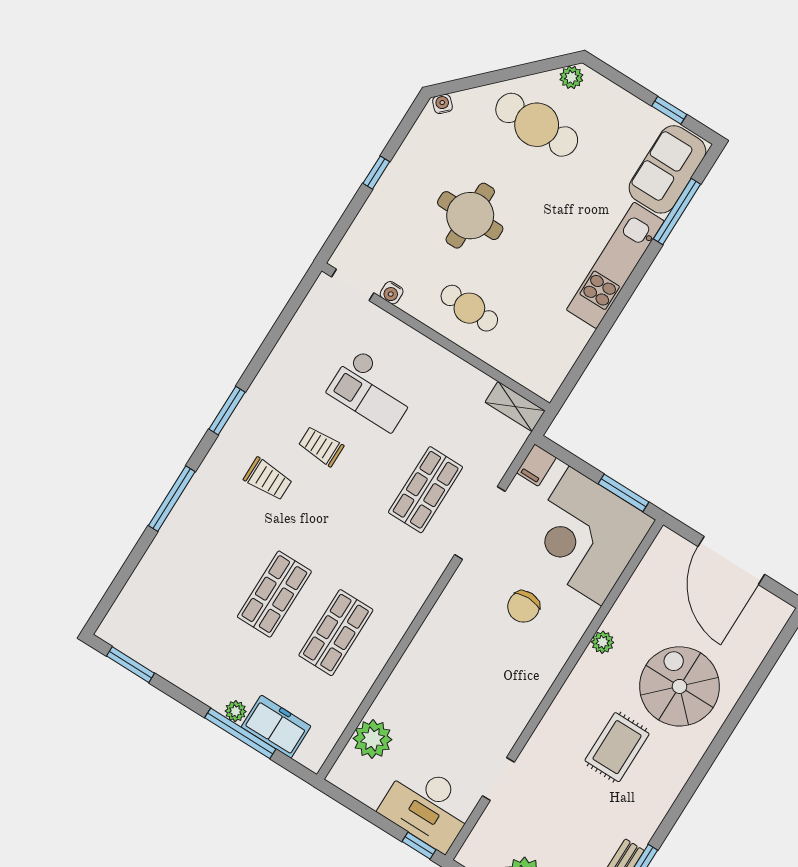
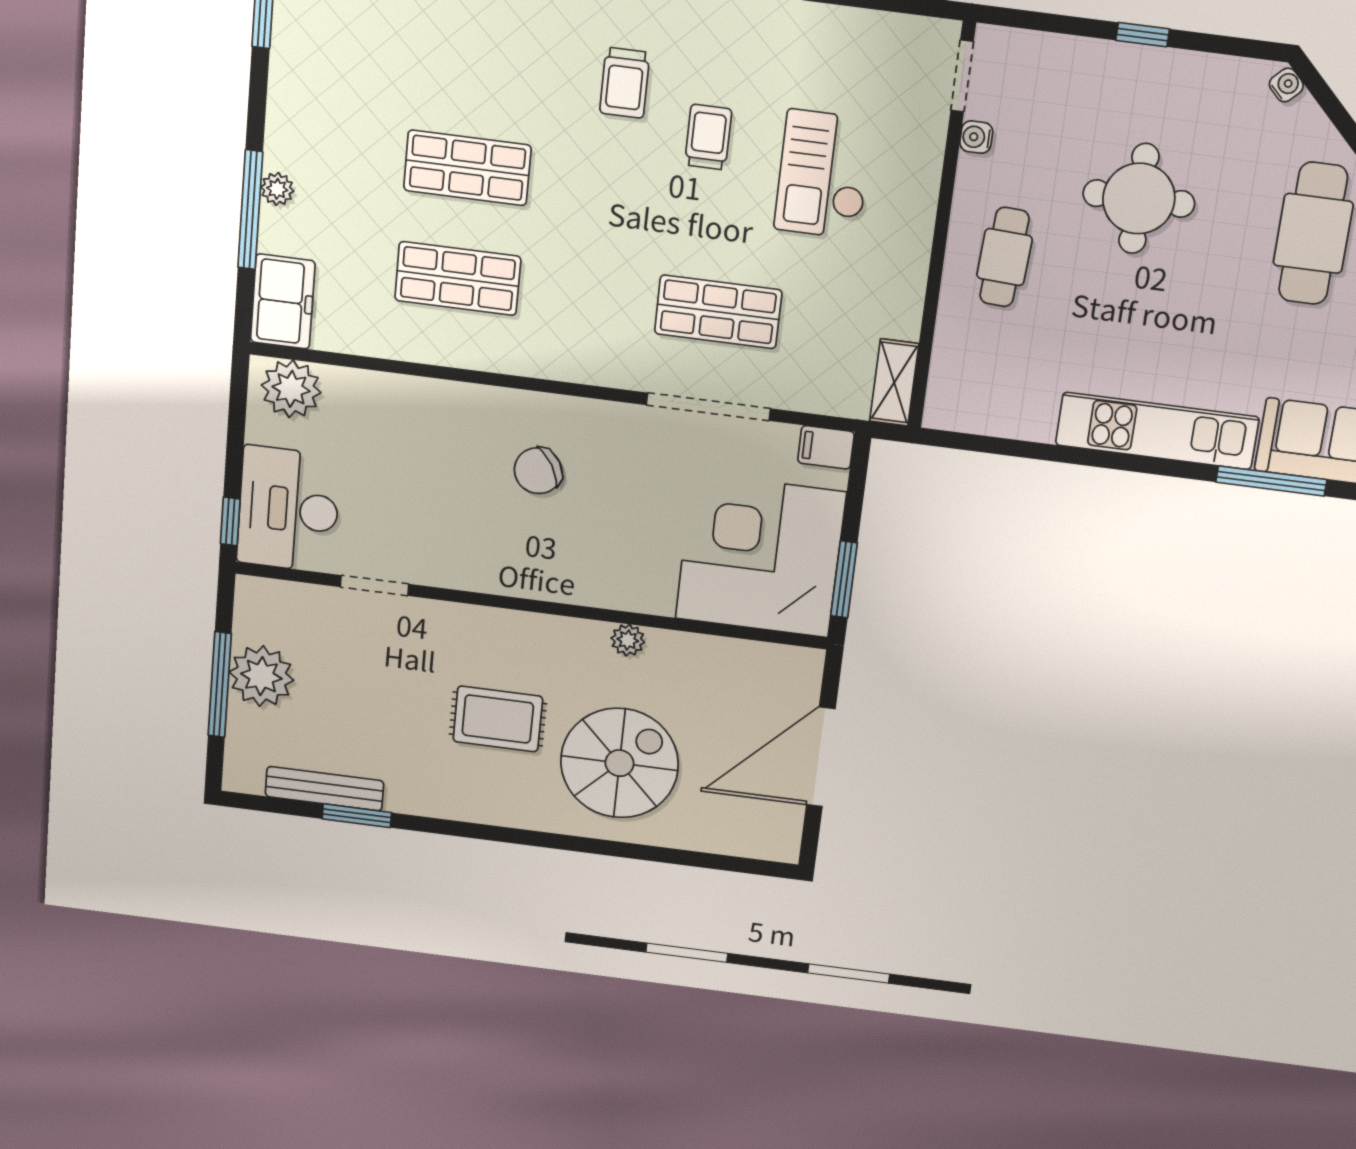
chair: (523, 607) -> (538, 471), moved, turned -30
freezer: (276, 727) -> (283, 302), moved
plant: (373, 739) -> (291, 389), moved

